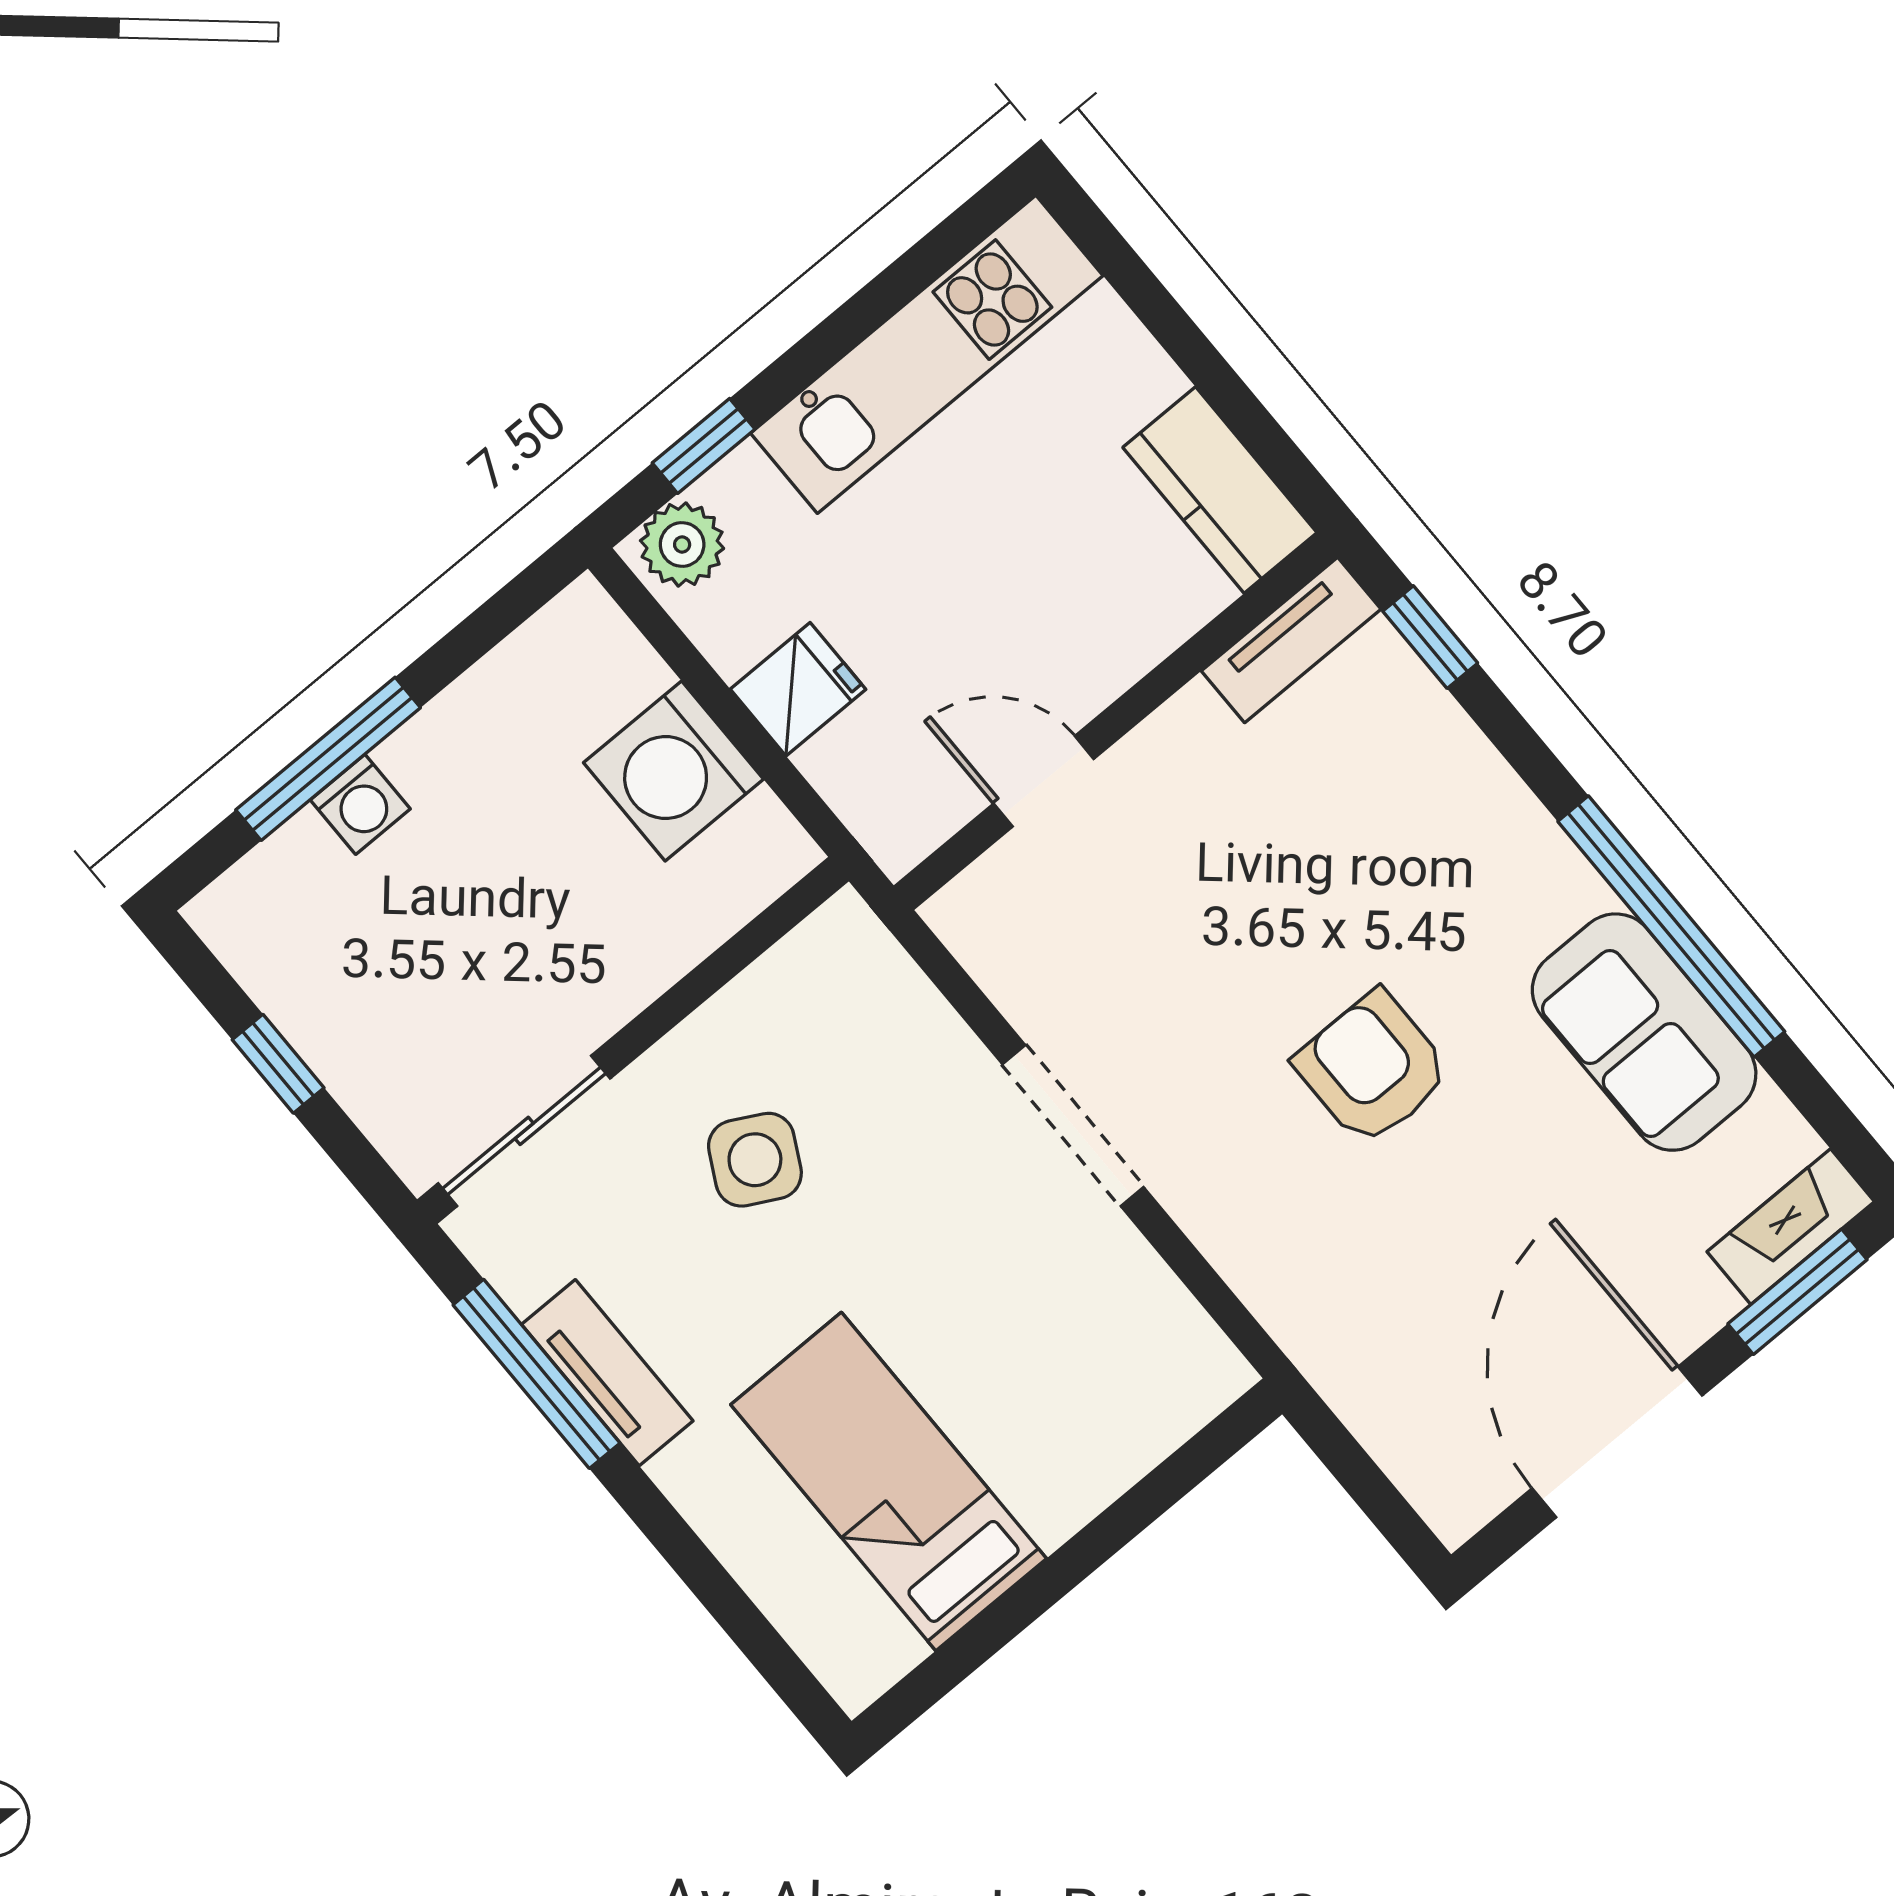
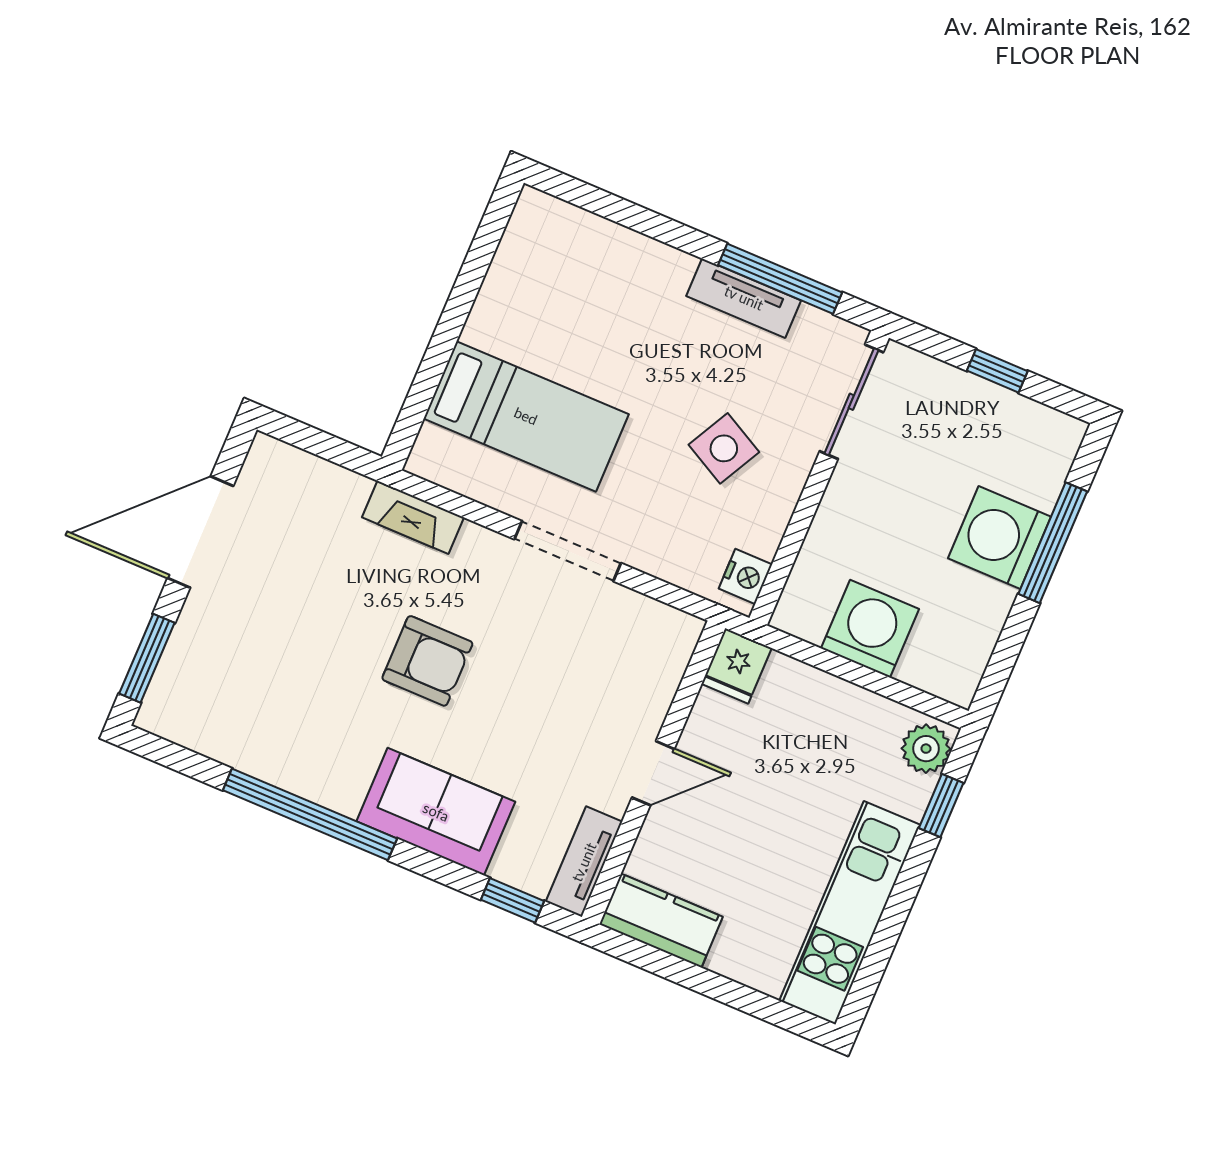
fridge: (798, 689) -> (737, 666), moved
door: (1044, 781) -> (653, 773), moved
washing machine: (360, 804) -> (1000, 537), width x1.89, depth x1.89
nightstand: (822, 948) -> (745, 577), added
sofa: (1644, 1032) -> (436, 812), moved
fireplace: (1791, 1227) -> (413, 517), moved, turned 90
door: (1617, 1442) -> (200, 532), swing flipped
bed: (889, 1482) -> (526, 416), moved

